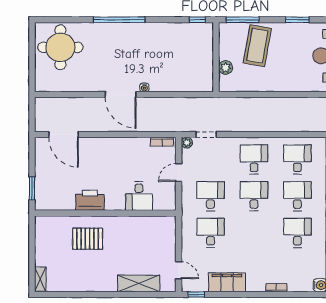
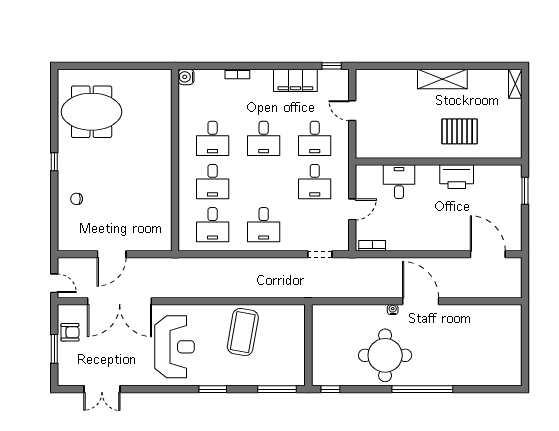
coffee table: (257, 46) -> (243, 332), moved
round table: (60, 47) -> (385, 355), moved
plant: (226, 67) -> (297, 333), removed
plant: (187, 143) -> (343, 245), removed
desk: (254, 196) -> (264, 138), moved
door: (179, 270) -> (352, 111), moved
shelving: (139, 283) -> (442, 79), moved

